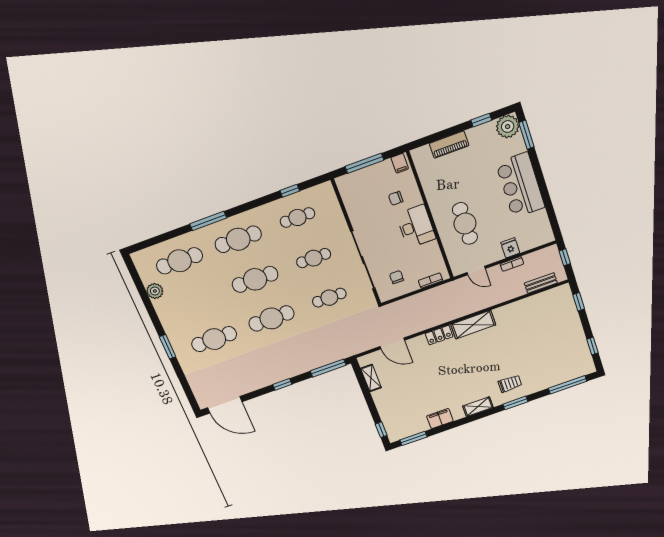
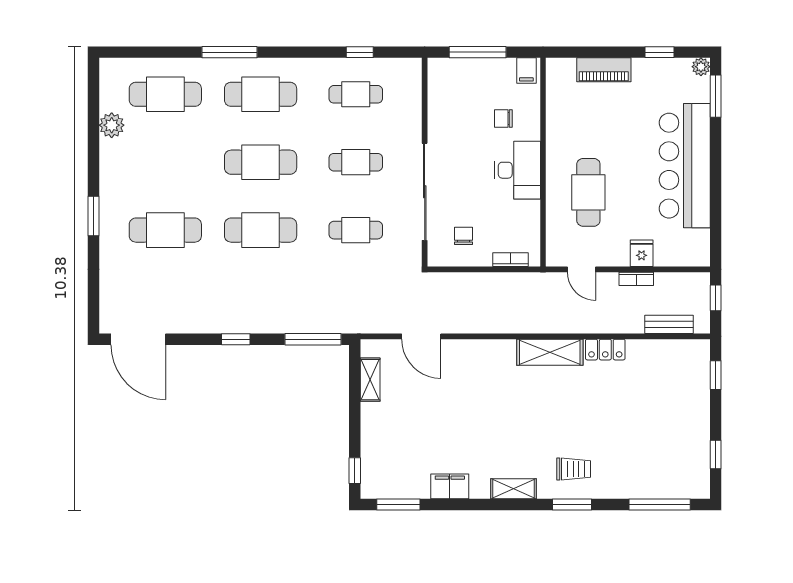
plant: (508, 127) -> (701, 67), width x0.53, depth x0.53
bar counter: (520, 185) -> (685, 166), width x1.36
locker: (439, 335) -> (605, 350), moved

